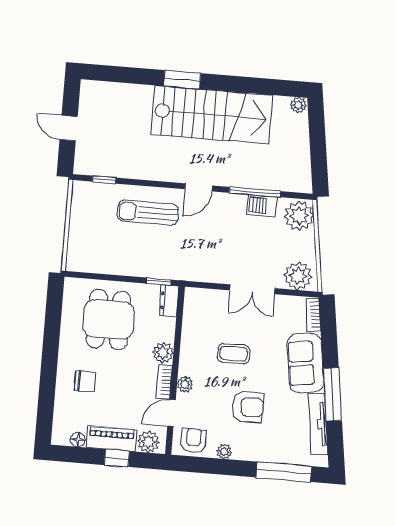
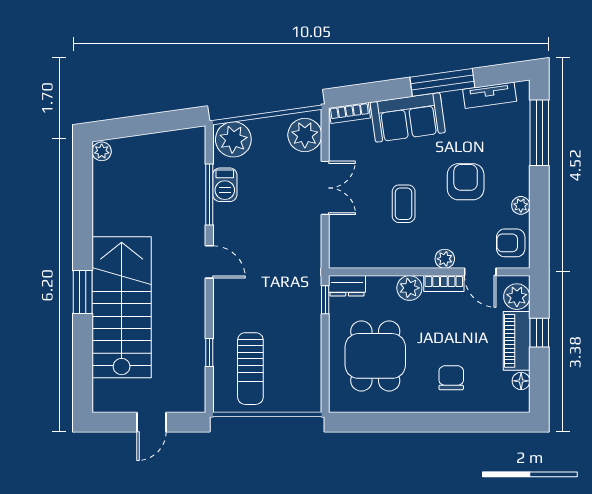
stairs: (212, 115) -> (122, 307), moved
window: (104, 180) -> (209, 352), moved
sun lounger: (148, 213) -> (250, 369), moved
dining table: (109, 320) -> (375, 356), turned 90
tv unit: (318, 424) -> (490, 95), width x0.71

